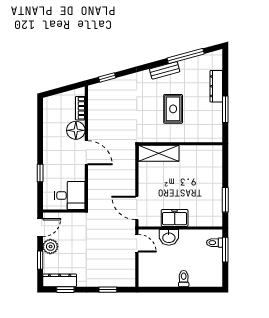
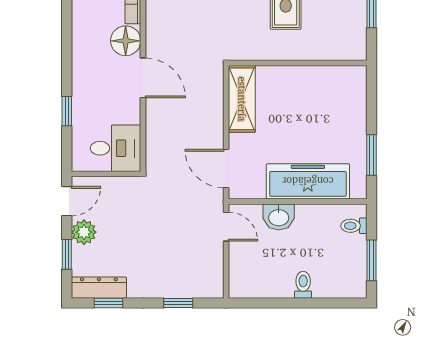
shelving: (159, 153) -> (242, 99), moved, turned 90
freezer: (175, 218) -> (308, 181), width x1.91, depth x1.26
window: (225, 250) -> (372, 260), moved

